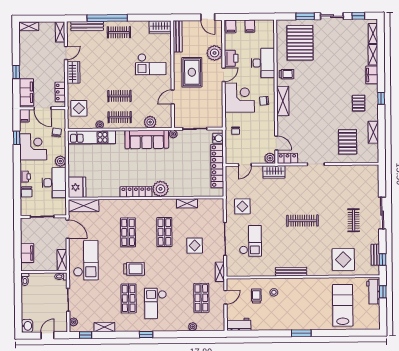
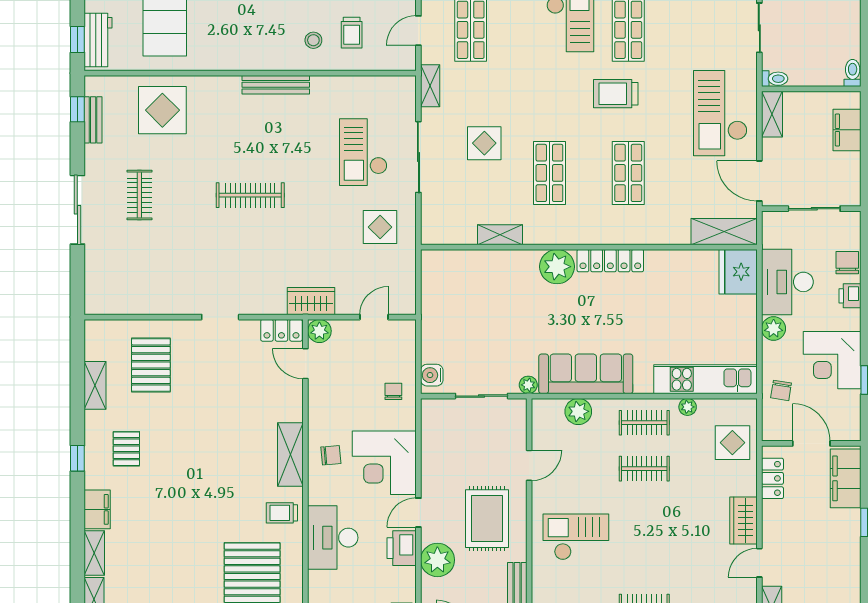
filing cabinet: (24, 116) -> (851, 428), removed
locker: (217, 166) -> (434, 315), removed

